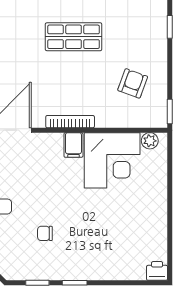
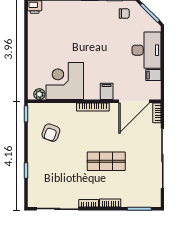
shop shelf: (74, 37) -> (106, 161), moved
filing cabinet: (73, 145) -> (107, 91), moved
chair: (45, 233) -> (124, 13), moved

